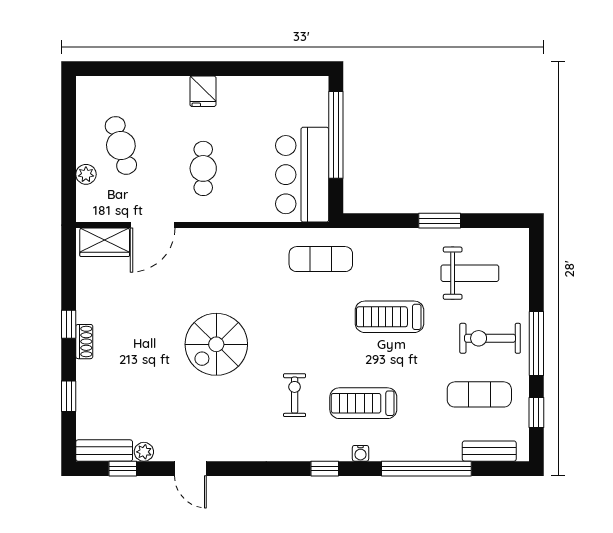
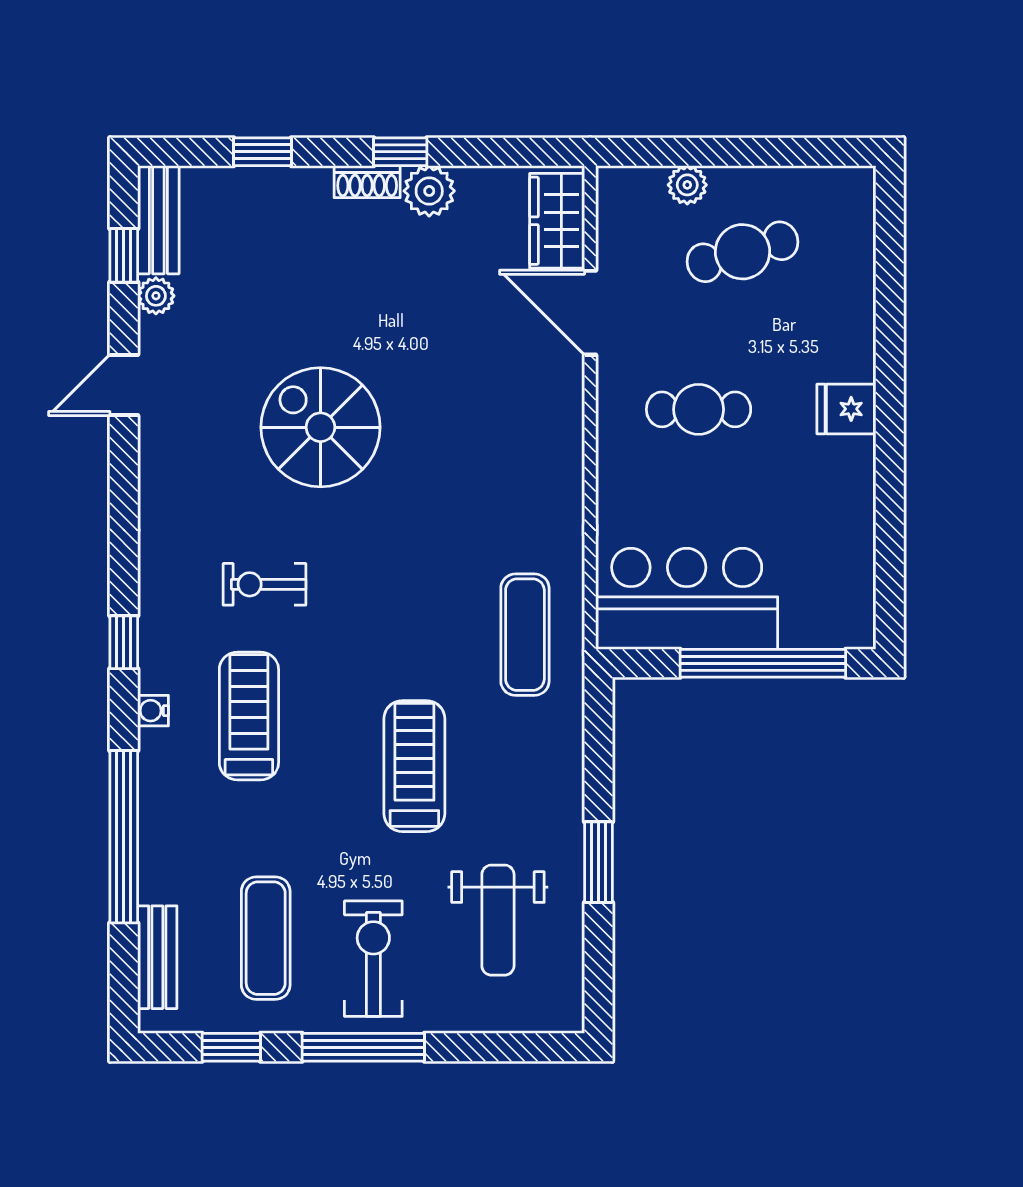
plant: (89, 309) -> (429, 191), added
spiral stairs: (216, 344) -> (320, 427), moved
exercise bike: (295, 395) -> (264, 584), turned 180

